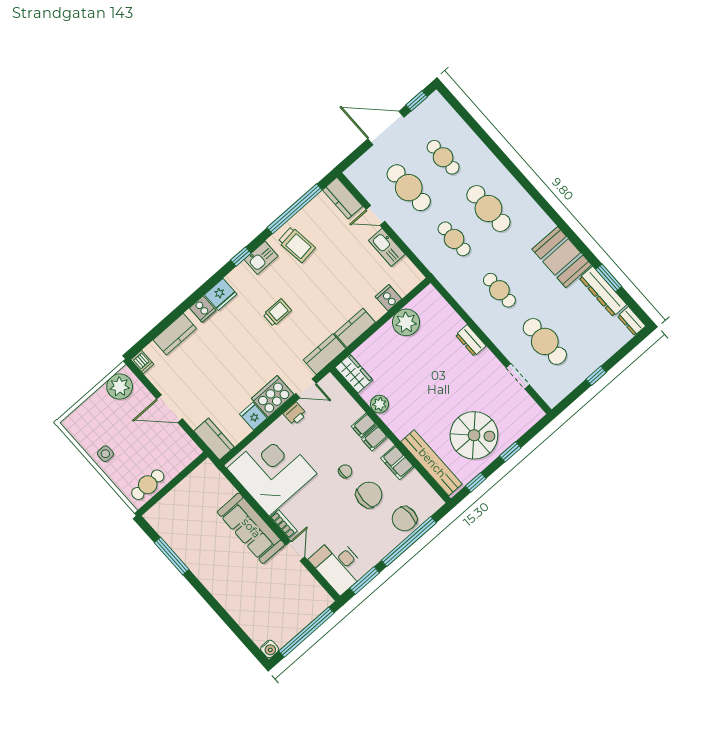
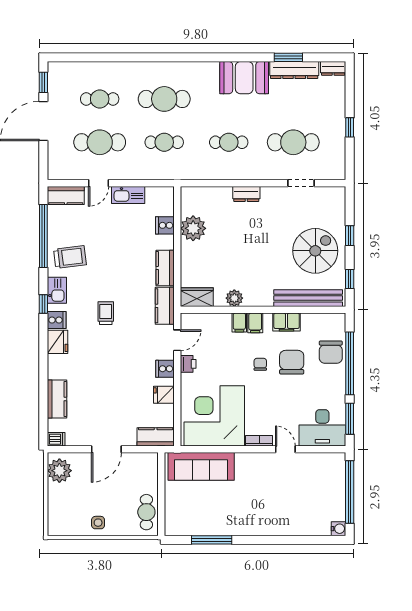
cooker: (203, 309) -> (57, 320), moved
cooker: (273, 396) -> (165, 369), width x0.53, depth x0.76
sofa: (251, 528) -> (201, 466), moved

